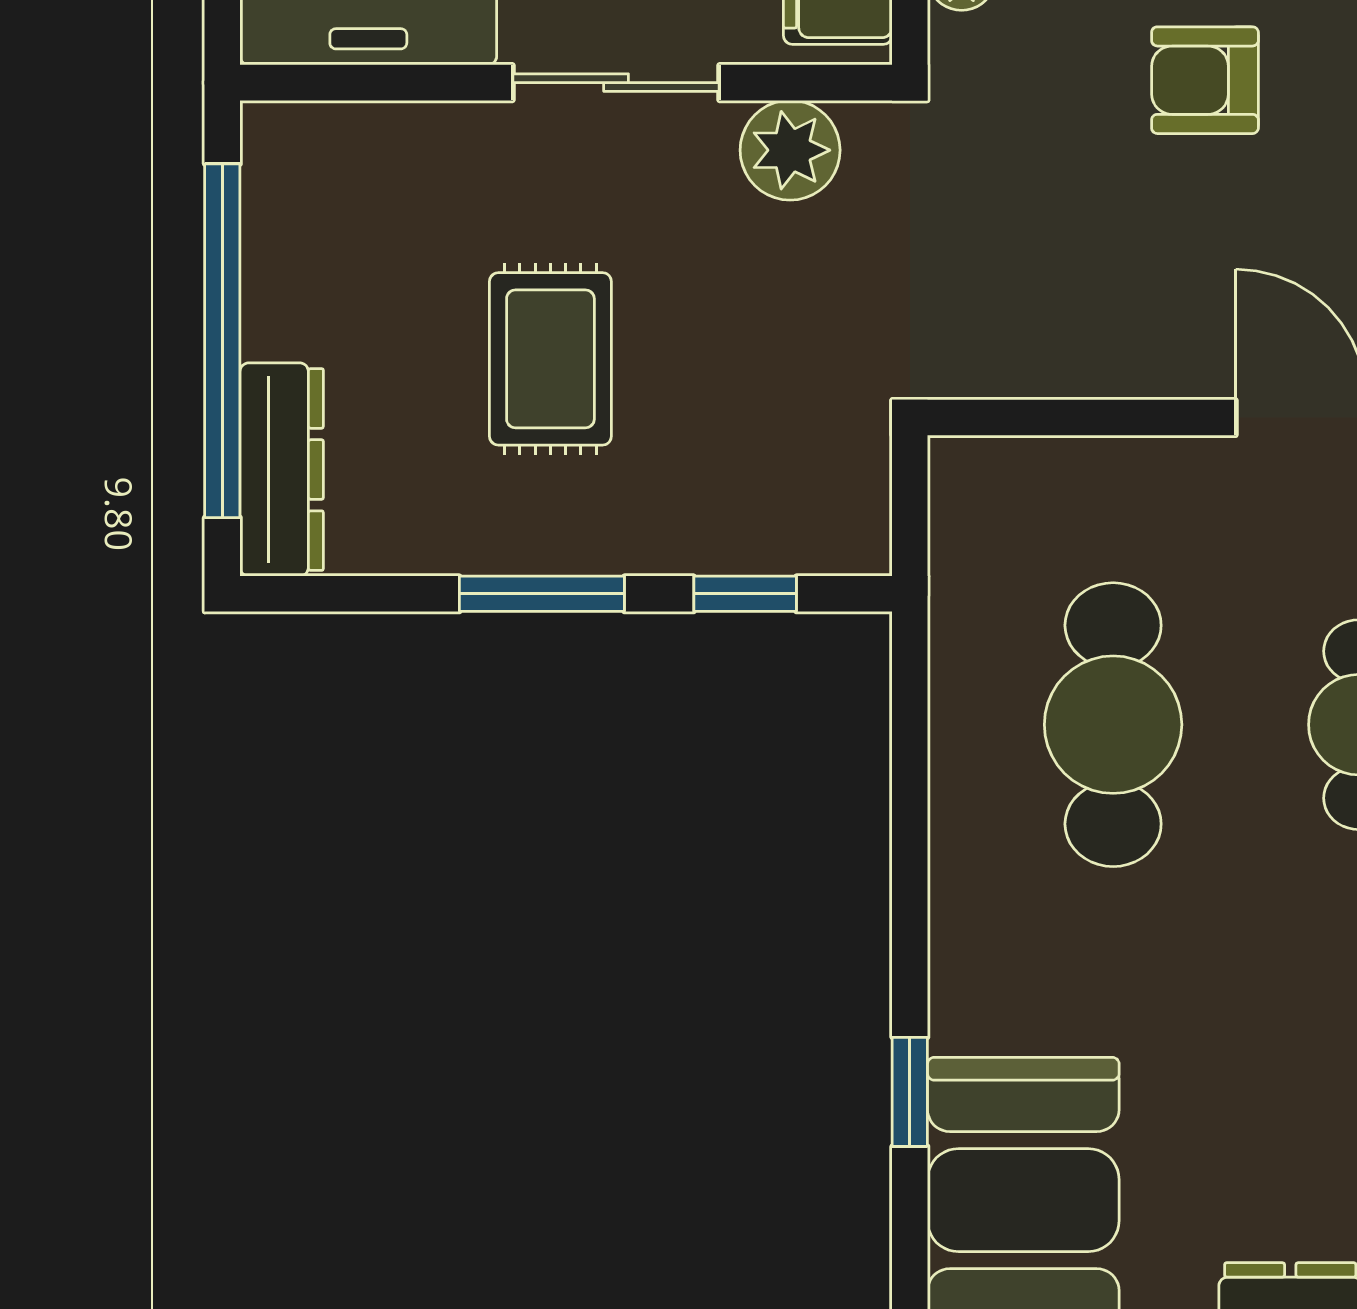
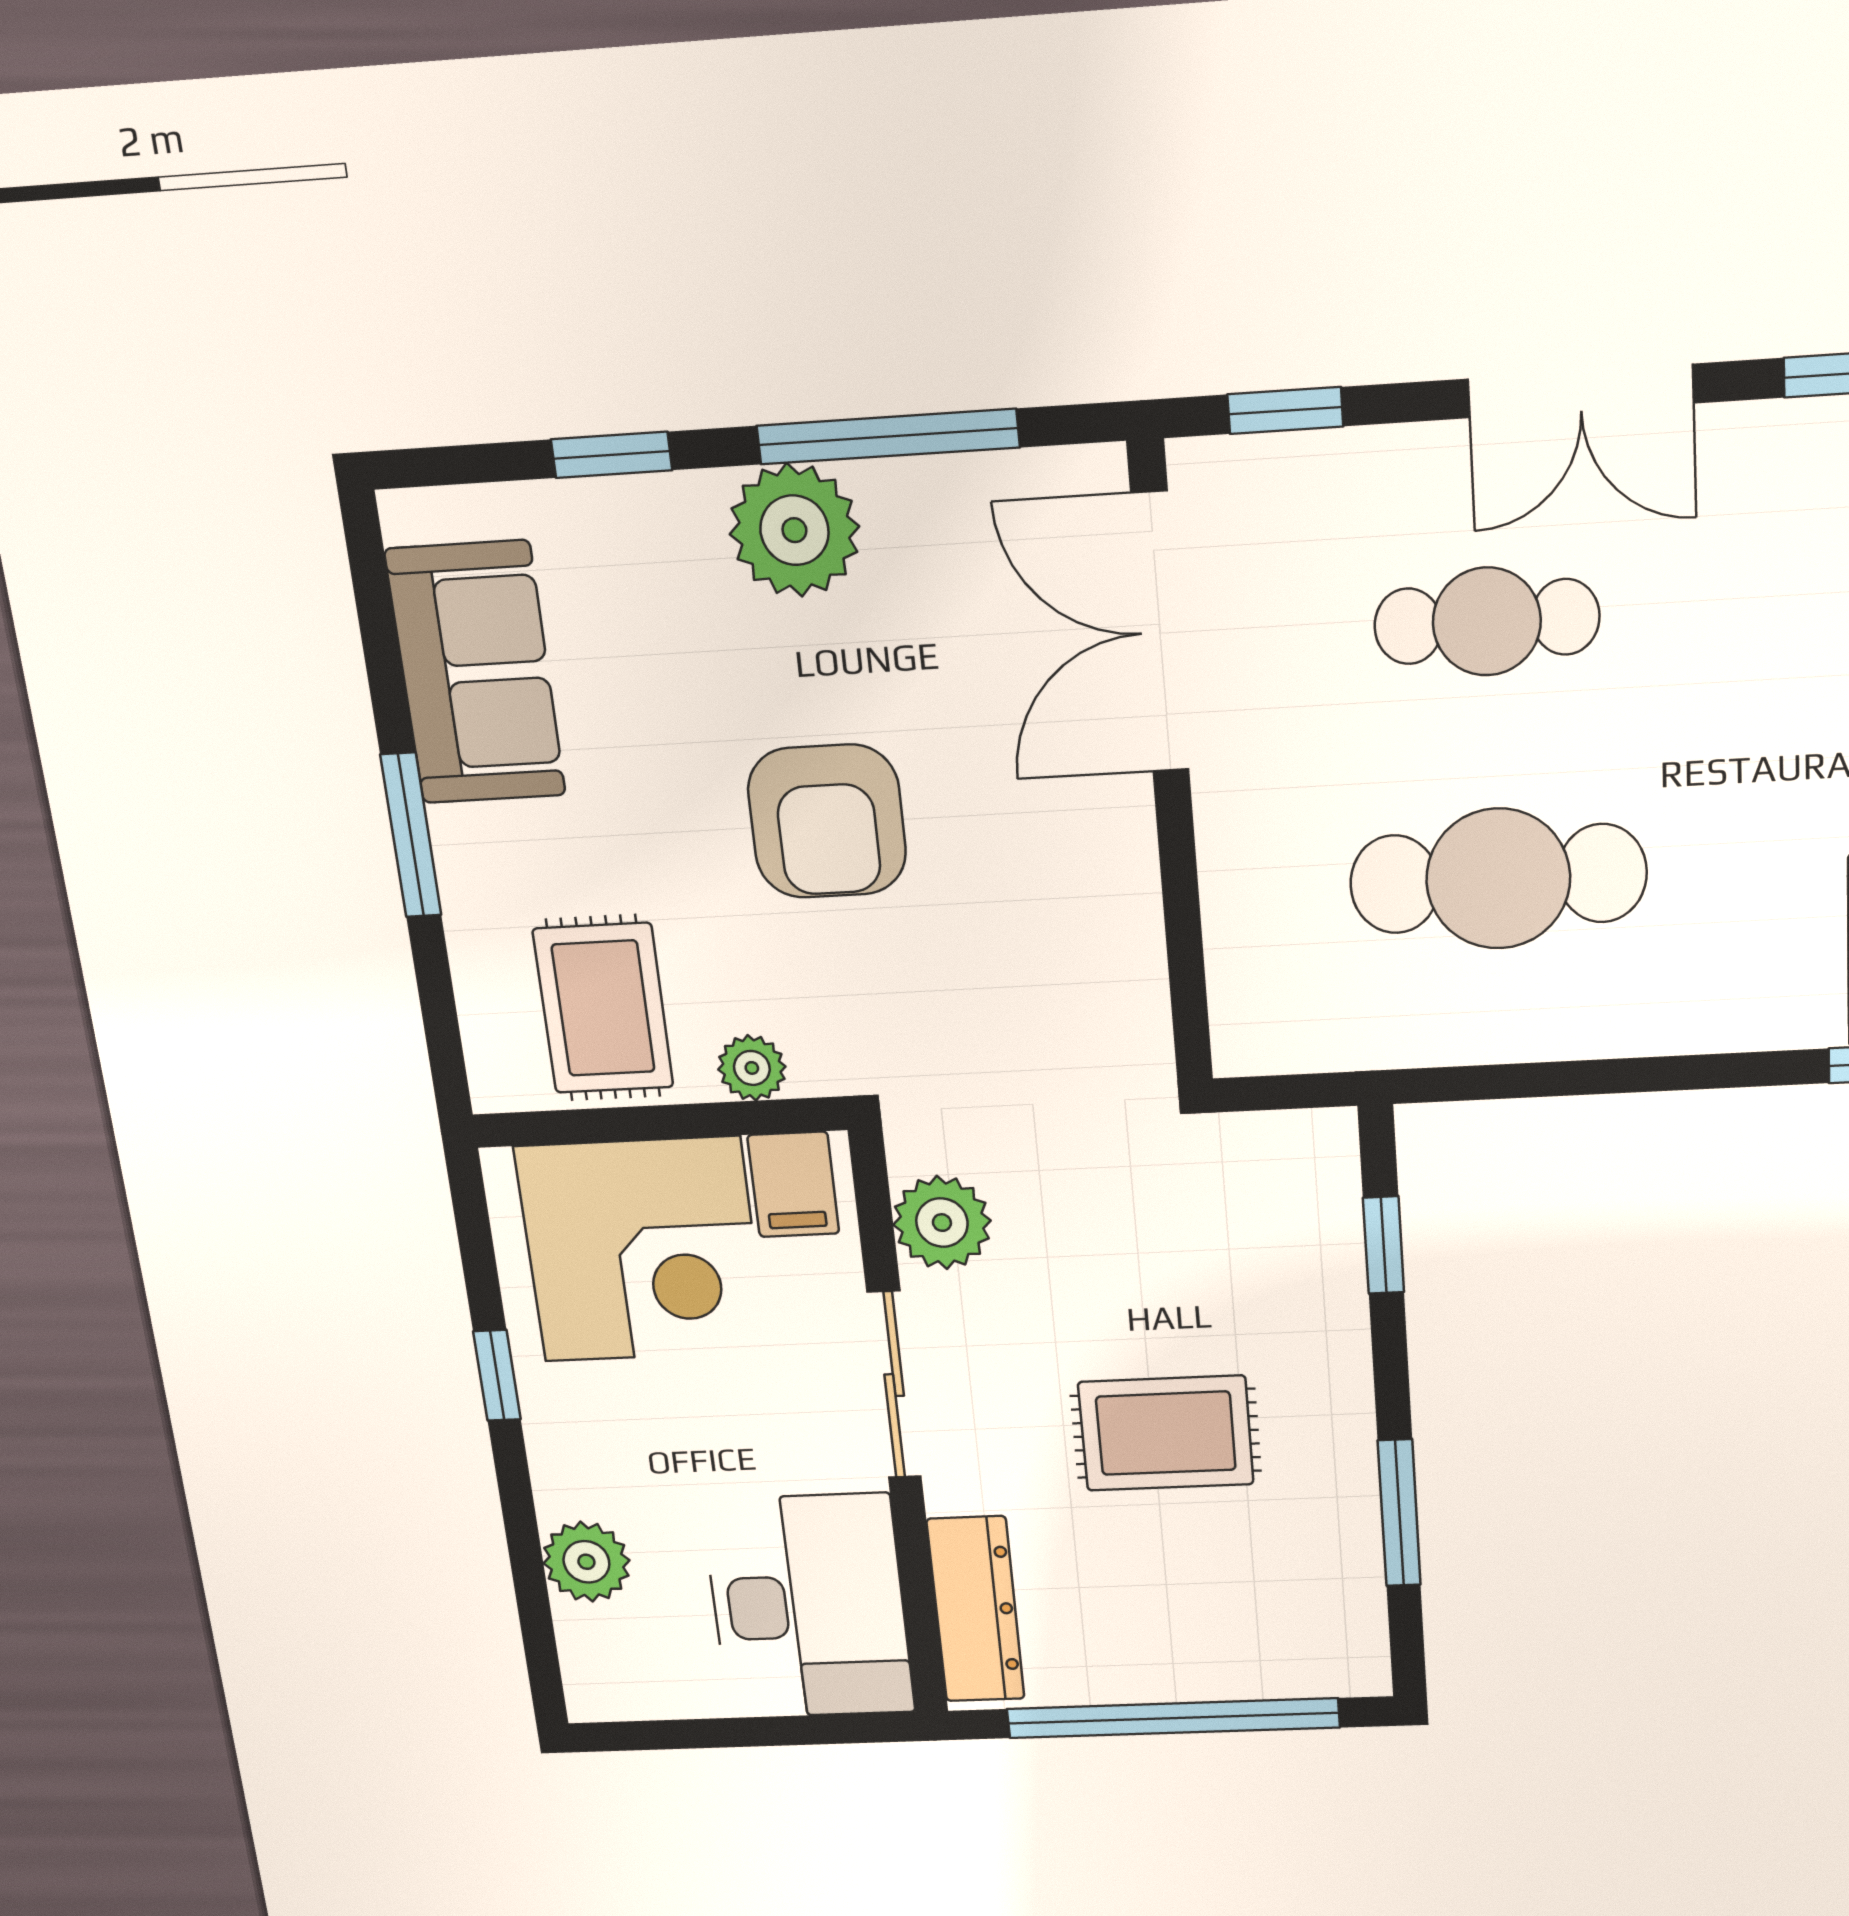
armchair: (1205, 80) -> (827, 821), width x1.38, depth x1.38
dresser: (282, 470) -> (976, 1609), moved, turned 90
window: (542, 594) -> (1399, 1513), moved

